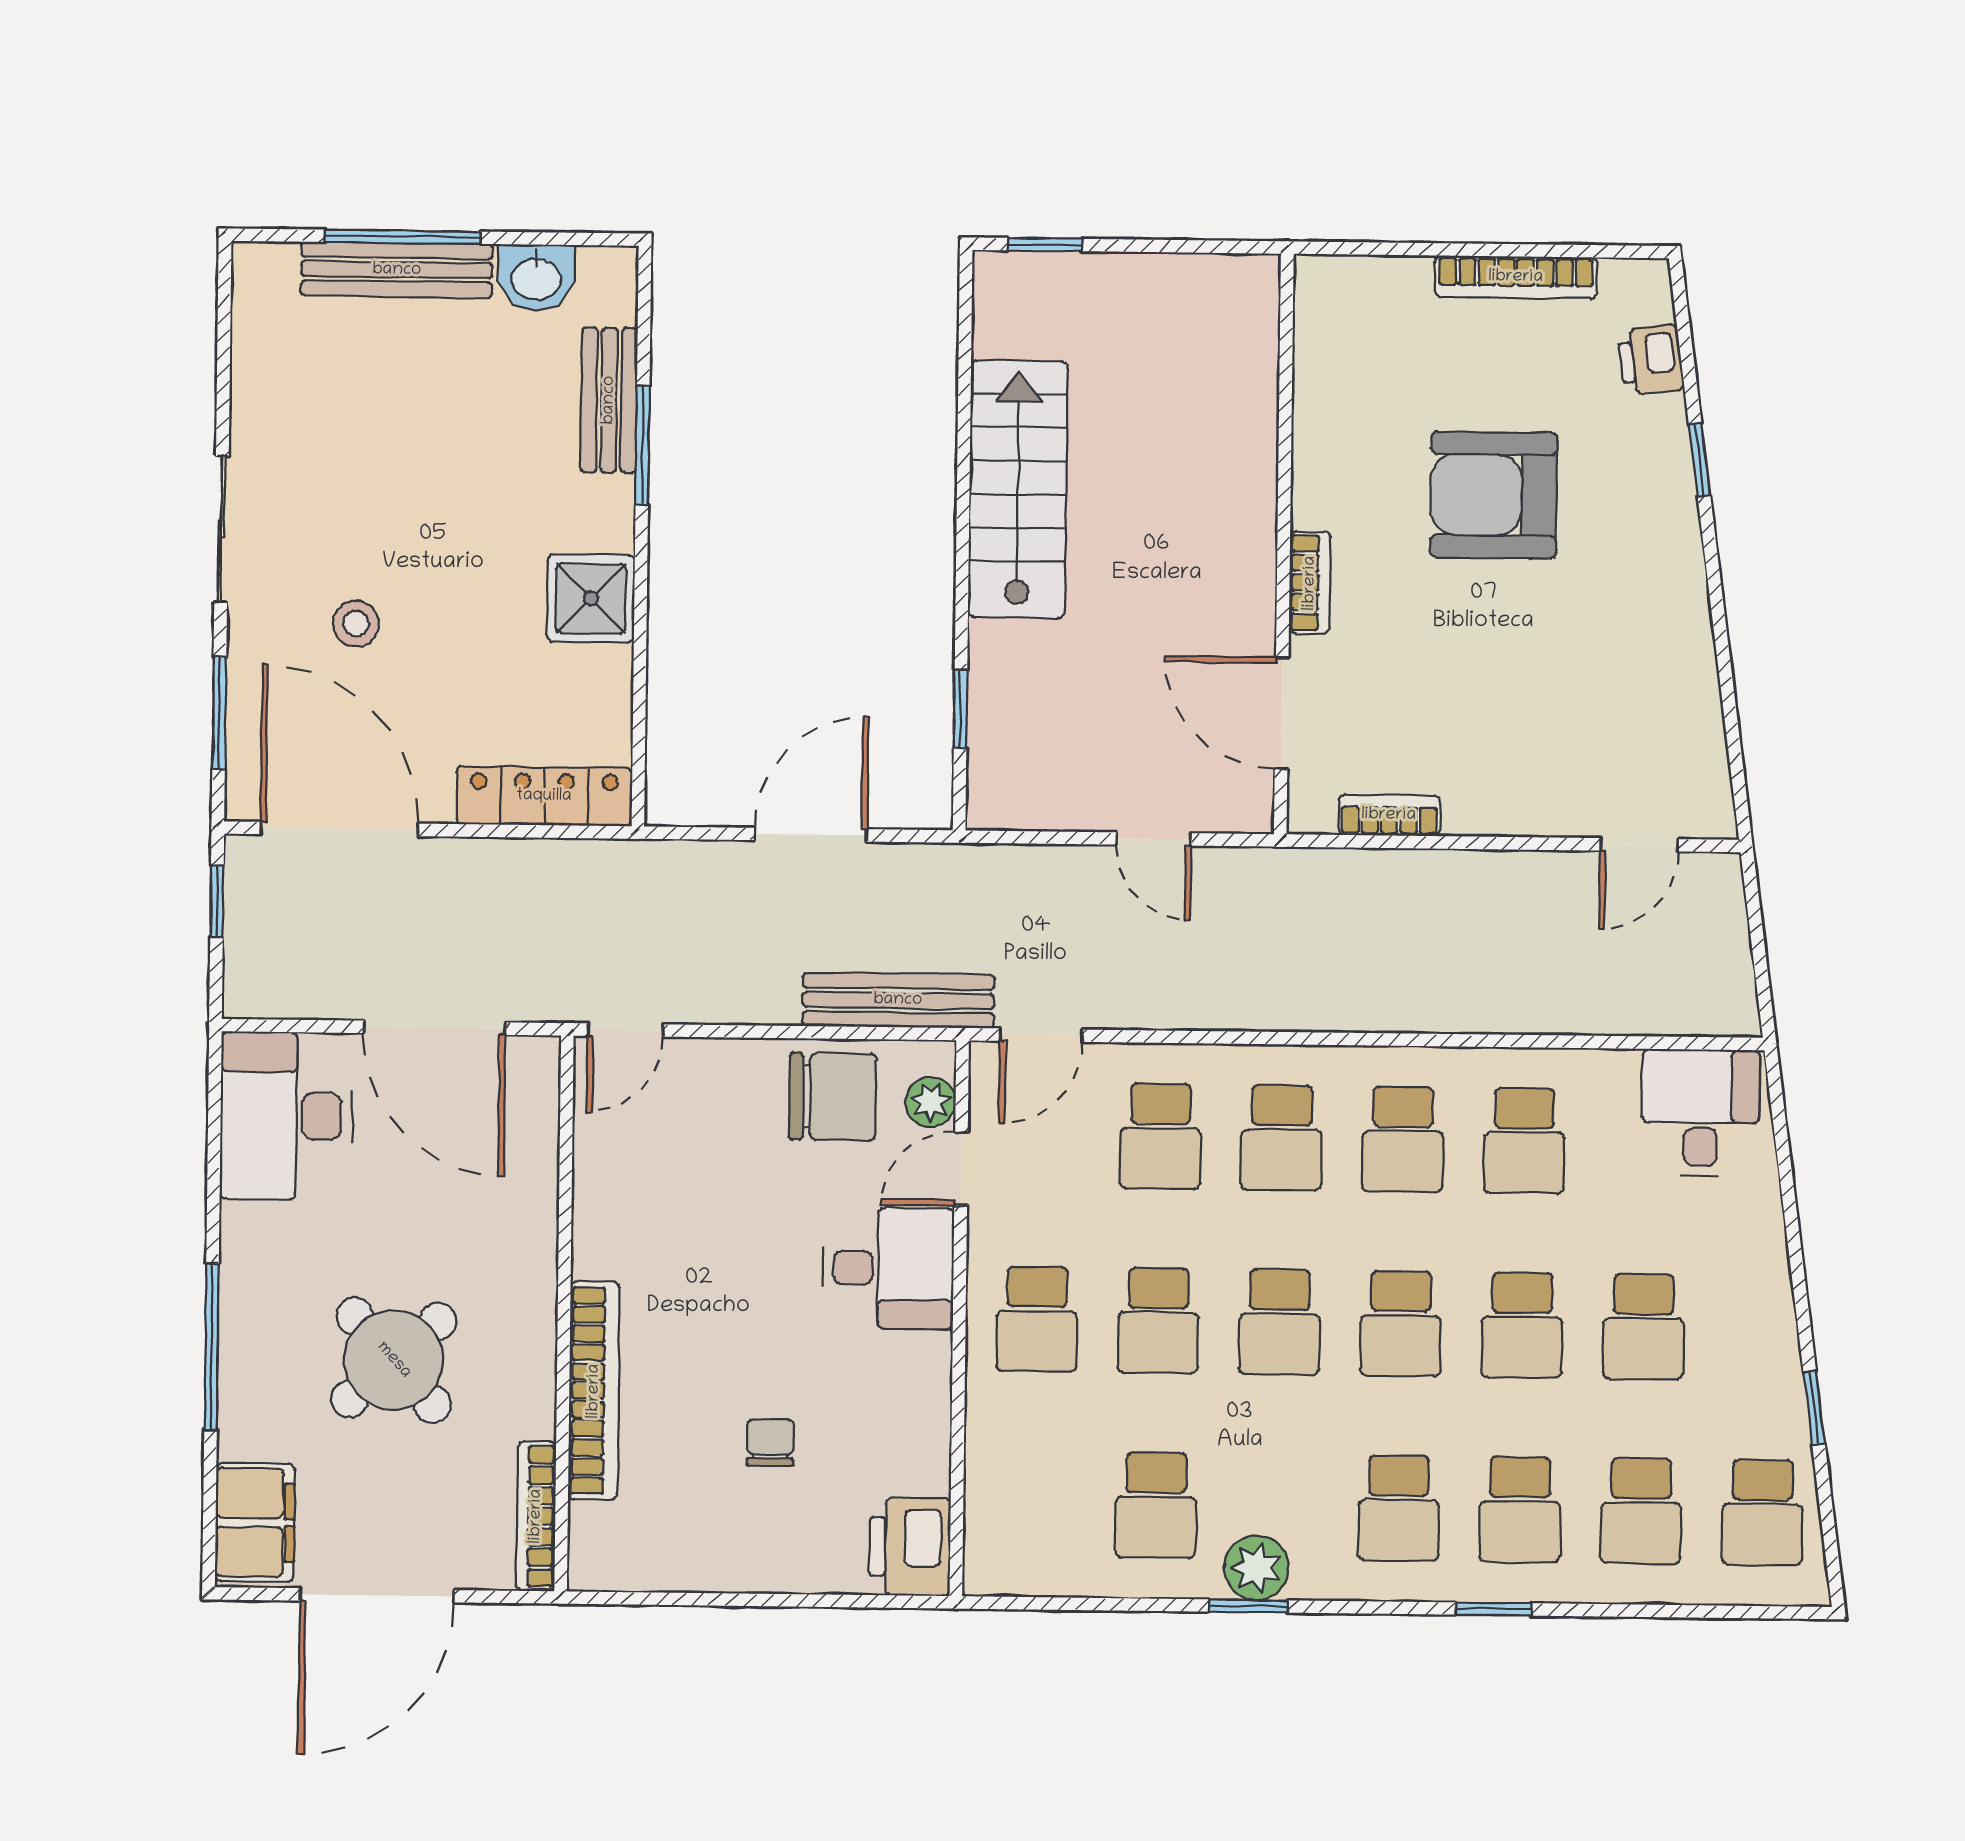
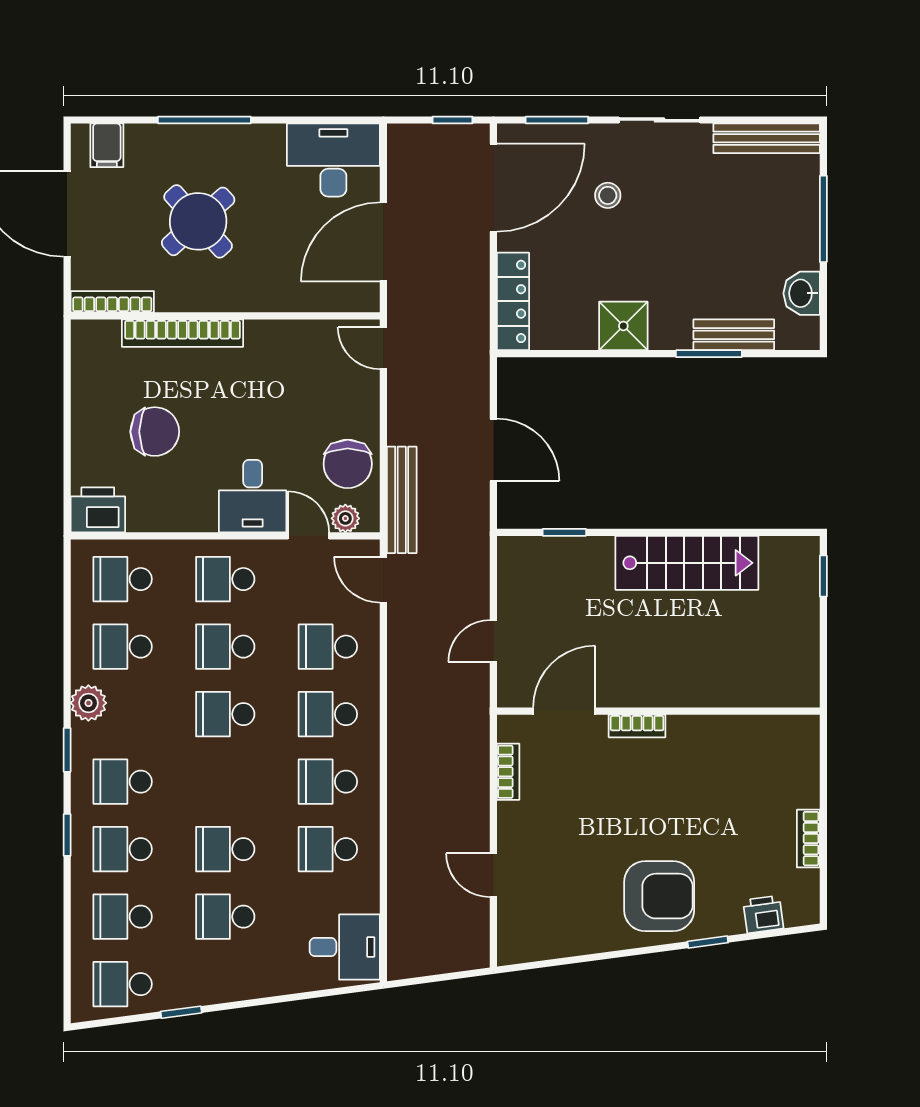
bench: (397, 270) -> (767, 138), moved, turned 90
bookcase: (1516, 277) -> (808, 839), width x0.64
armchair: (1494, 495) -> (659, 896), moved, turned 90
door: (1639, 845) -> (493, 875), moved
school desk: (1401, 1324) -> (123, 579), moved
chair: (770, 1443) -> (155, 432), width x1.87, depth x1.87
filing cabinet: (255, 1522) -> (107, 145), width x0.50
window: (1248, 1606) -> (67, 750), moved

